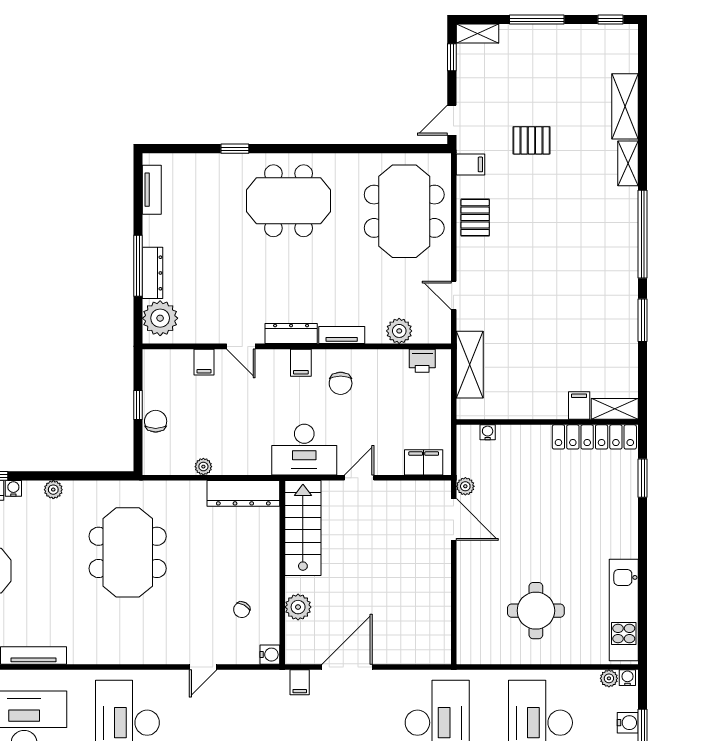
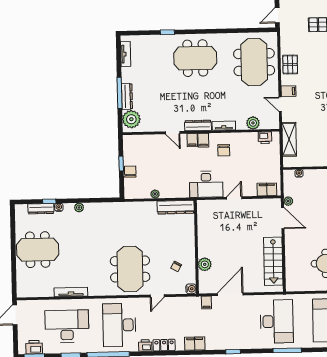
filing cabinet: (471, 164) -> (288, 91), moved
filing cabinet: (204, 362) -> (192, 140), moved
stairs: (303, 528) -> (273, 261), moved, turned 180
meeting table: (128, 552) -> (130, 269), moved

